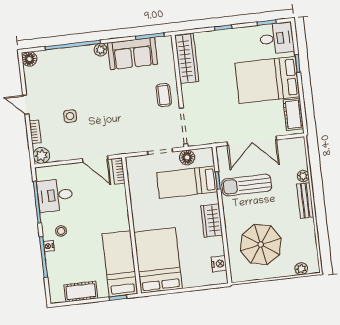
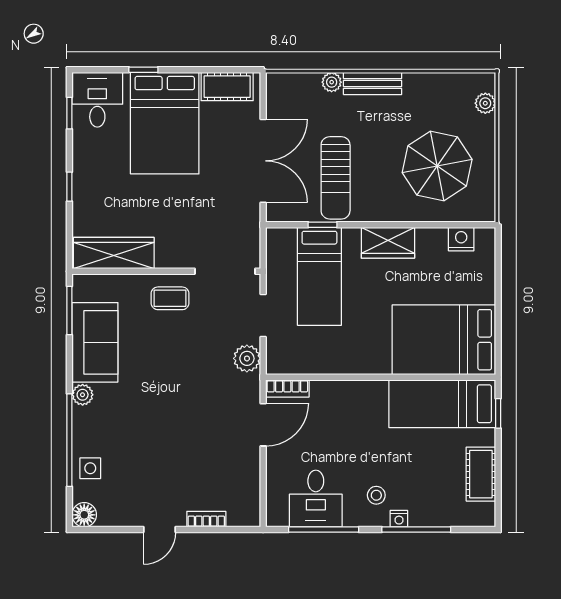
side table: (70, 116) -> (90, 468), moved
plant: (41, 155) -> (247, 358), moved
floor lamp: (187, 157) -> (278, 272), removed

